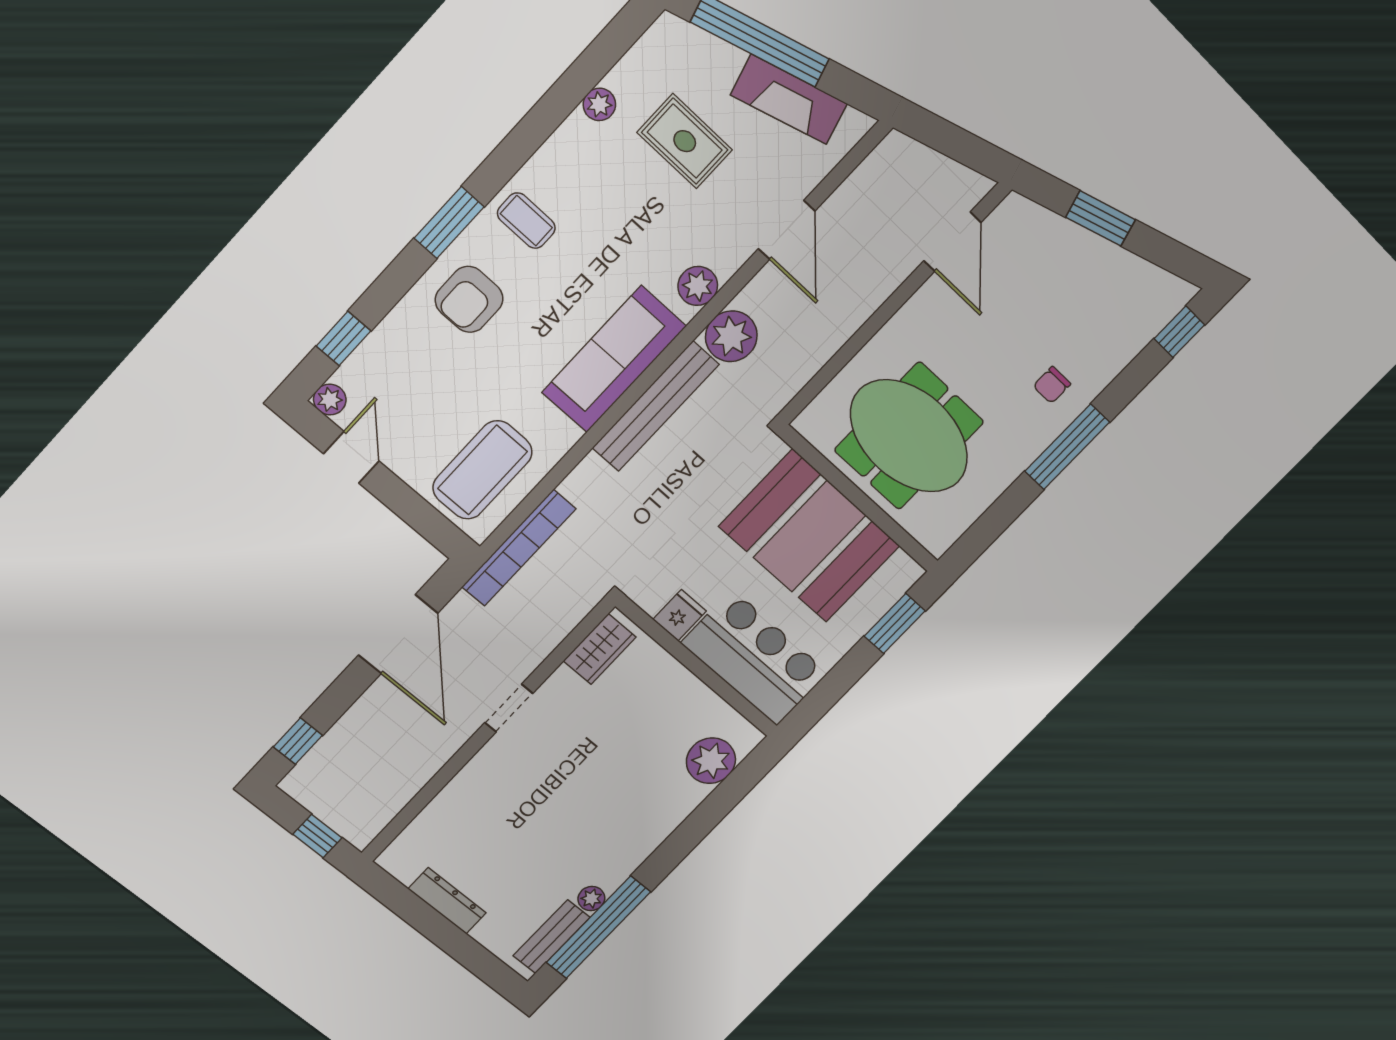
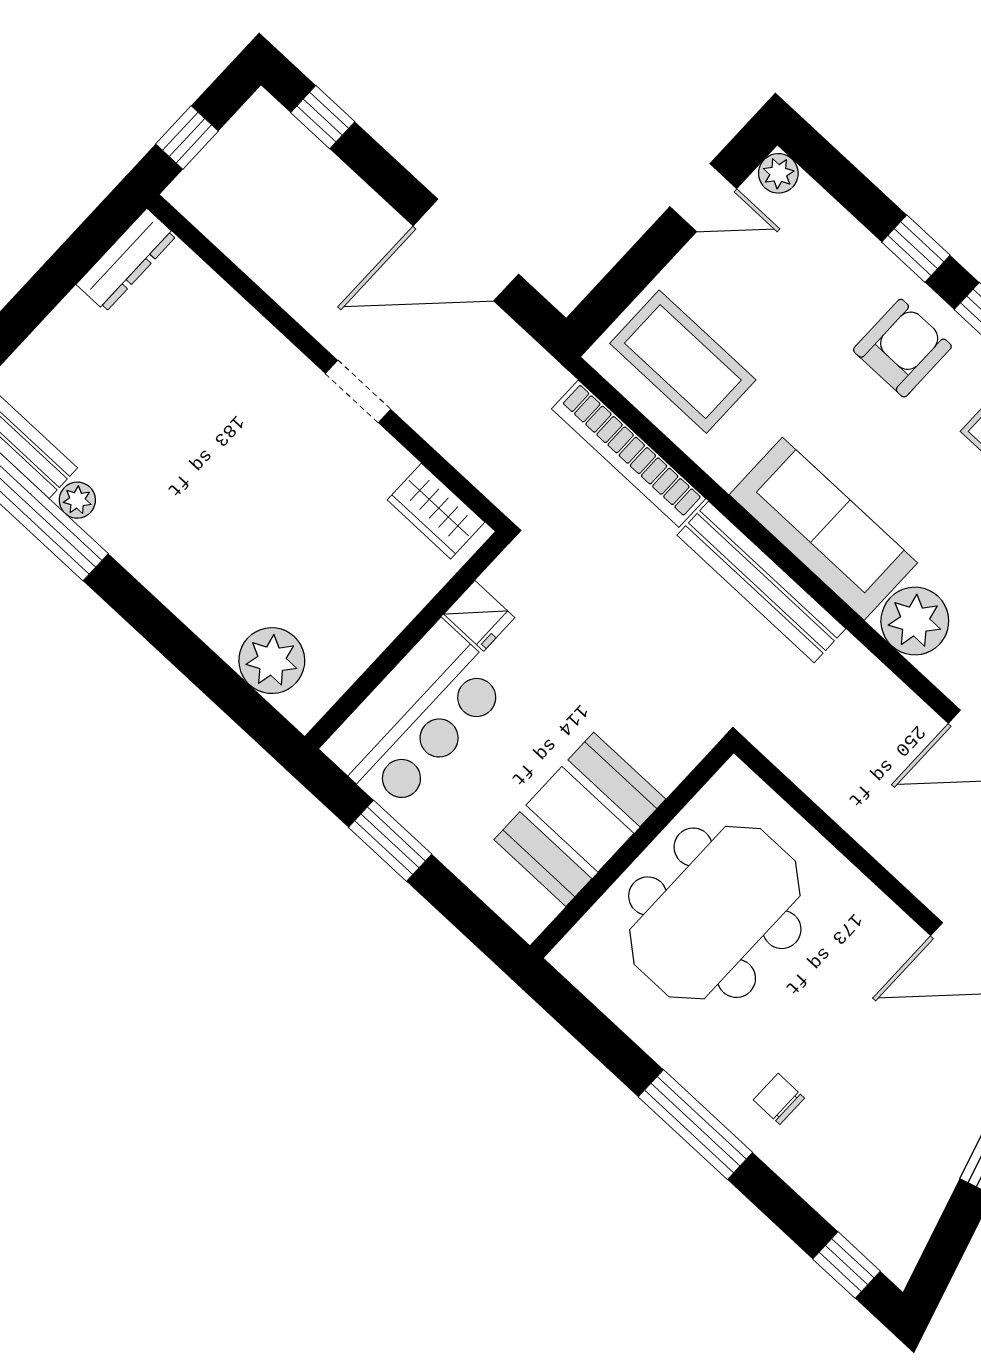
plant: (698, 286) -> (915, 621), width x1.36, depth x1.36
armchair: (469, 299) -> (902, 348), turned 90
plant: (731, 336) -> (850, 678), removed
window: (343, 338) -> (916, 249), moved
booth: (810, 536) -> (580, 819), width x0.73, depth x0.70
bookcase: (519, 548) -> (629, 454), moved
window: (895, 624) -> (390, 841), moved
dresser: (447, 901) -> (126, 260), moved

